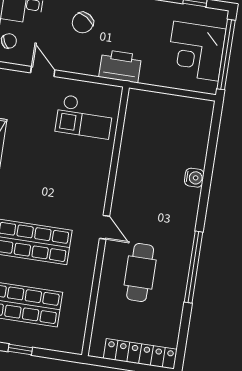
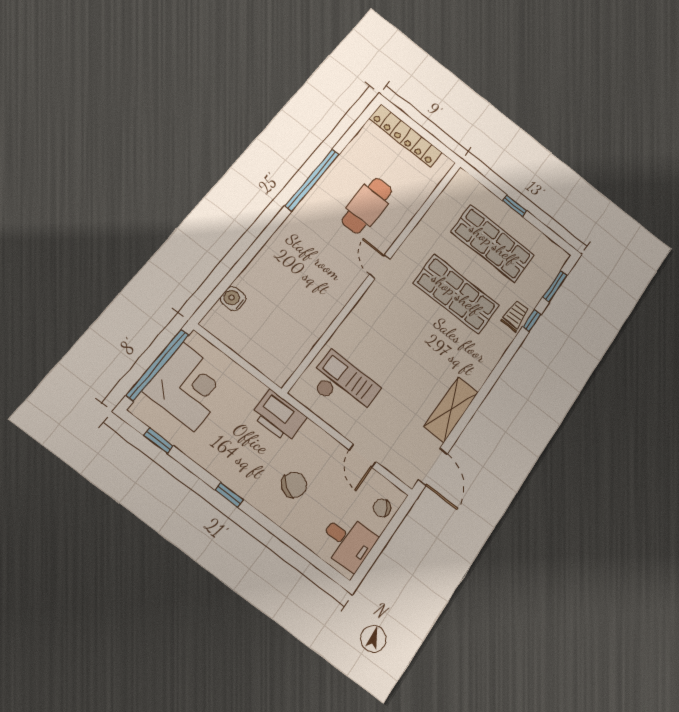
water cooler: (194, 178) -> (233, 299), moved

